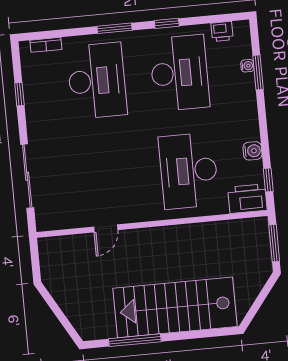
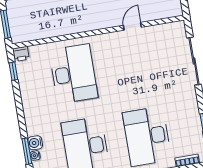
water cooler: (253, 151) -> (35, 143), moved
printer: (247, 199) -> (21, 54), width x0.53, depth x0.68

